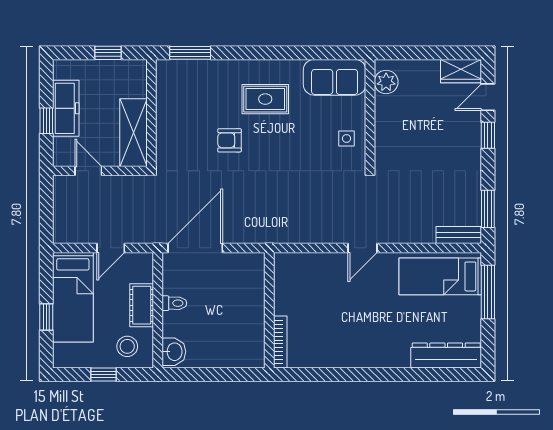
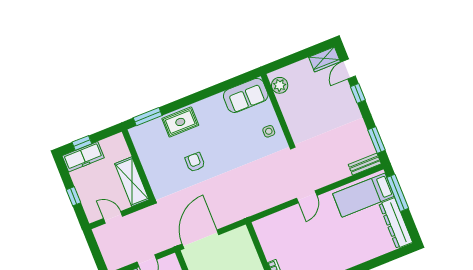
window: (108, 53) -> (82, 143), moved
rug: (265, 99) -> (180, 122), moved
freezer: (66, 108) -> (83, 157), moved, turned 90
armchair: (230, 140) -> (195, 162), turned 90
dresser: (446, 355) -> (396, 223), moved, turned -90

